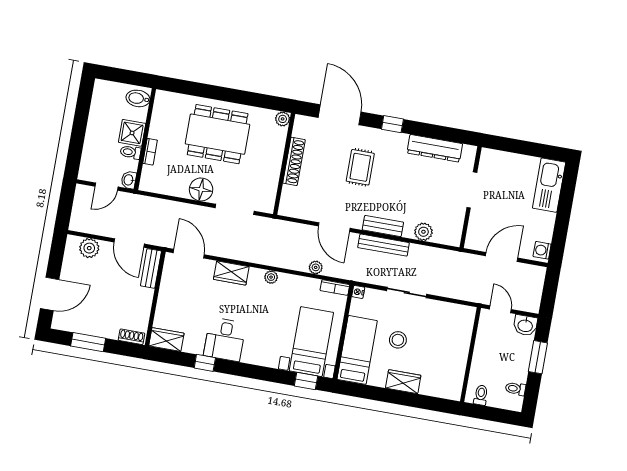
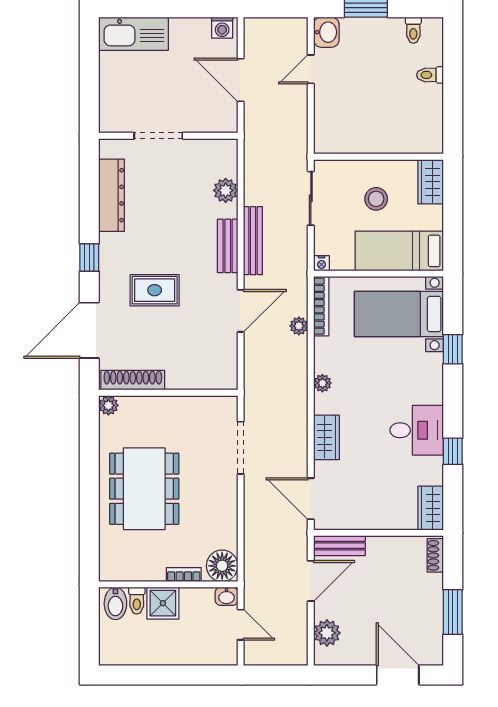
toilet: (131, 152) -> (137, 601), moved
shoe rack: (294, 161) -> (133, 380), moved
floor lamp: (201, 189) -> (222, 566), moved
door: (189, 254) -> (311, 499), hinge flipped
bookcase: (335, 288) -> (321, 306), width x1.56
wall: (471, 355) -> (379, 157), moved
window: (306, 381) -> (453, 349), moved

